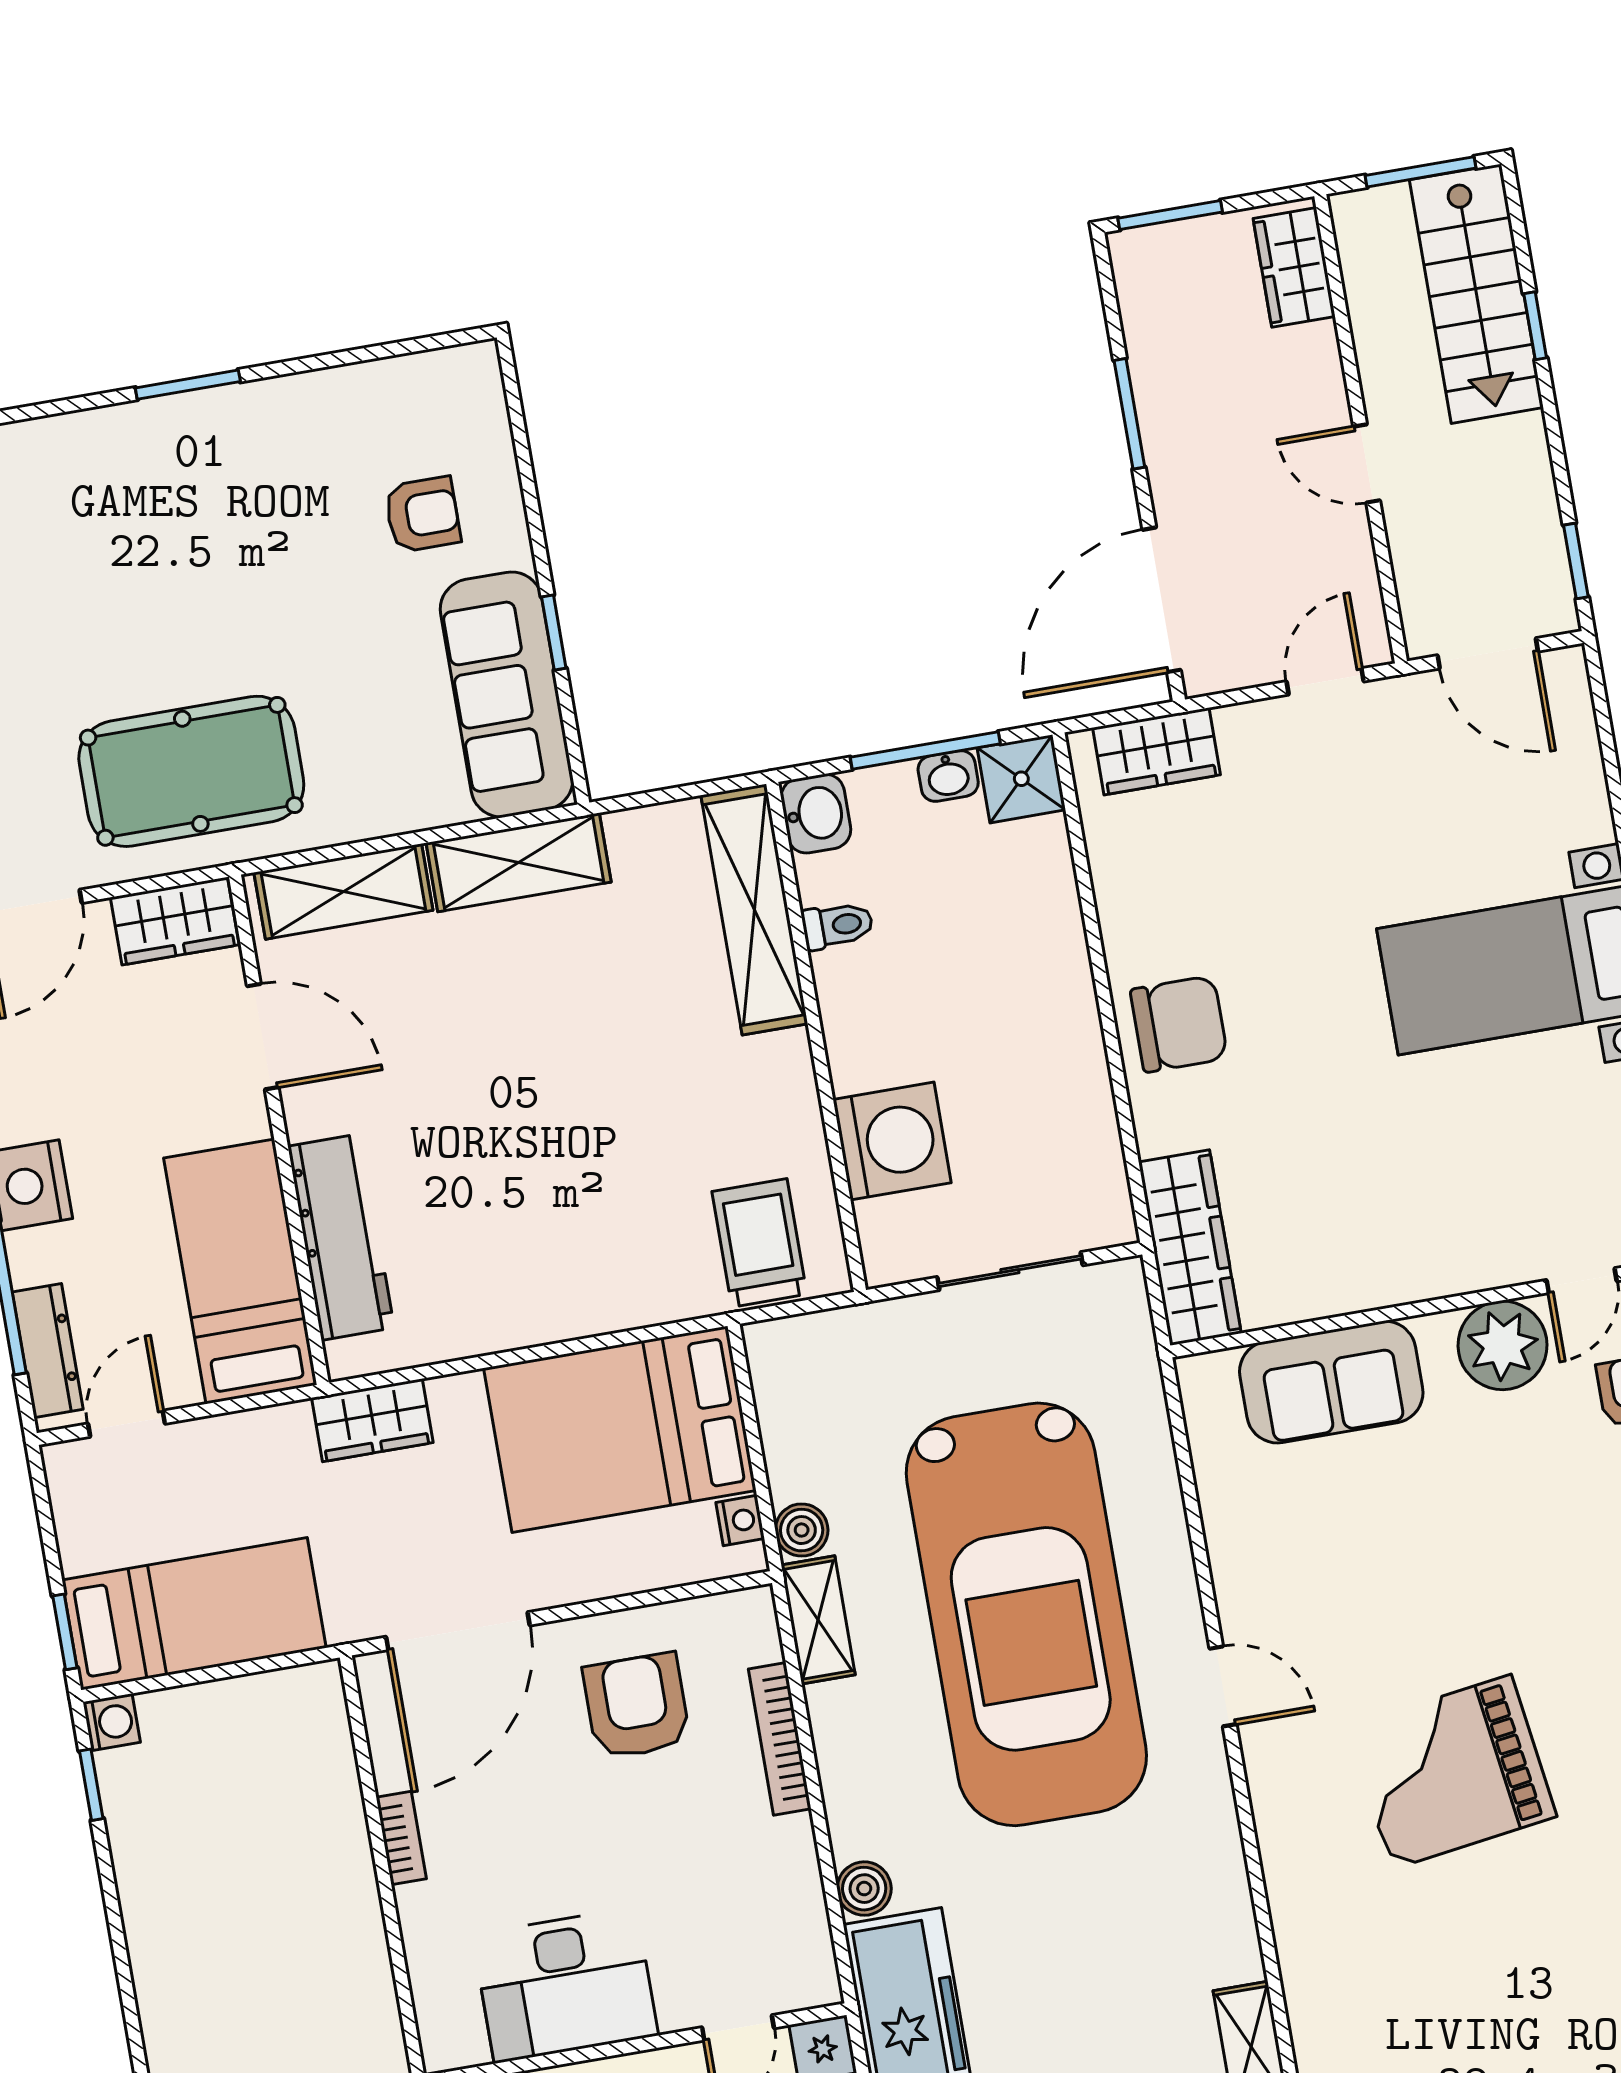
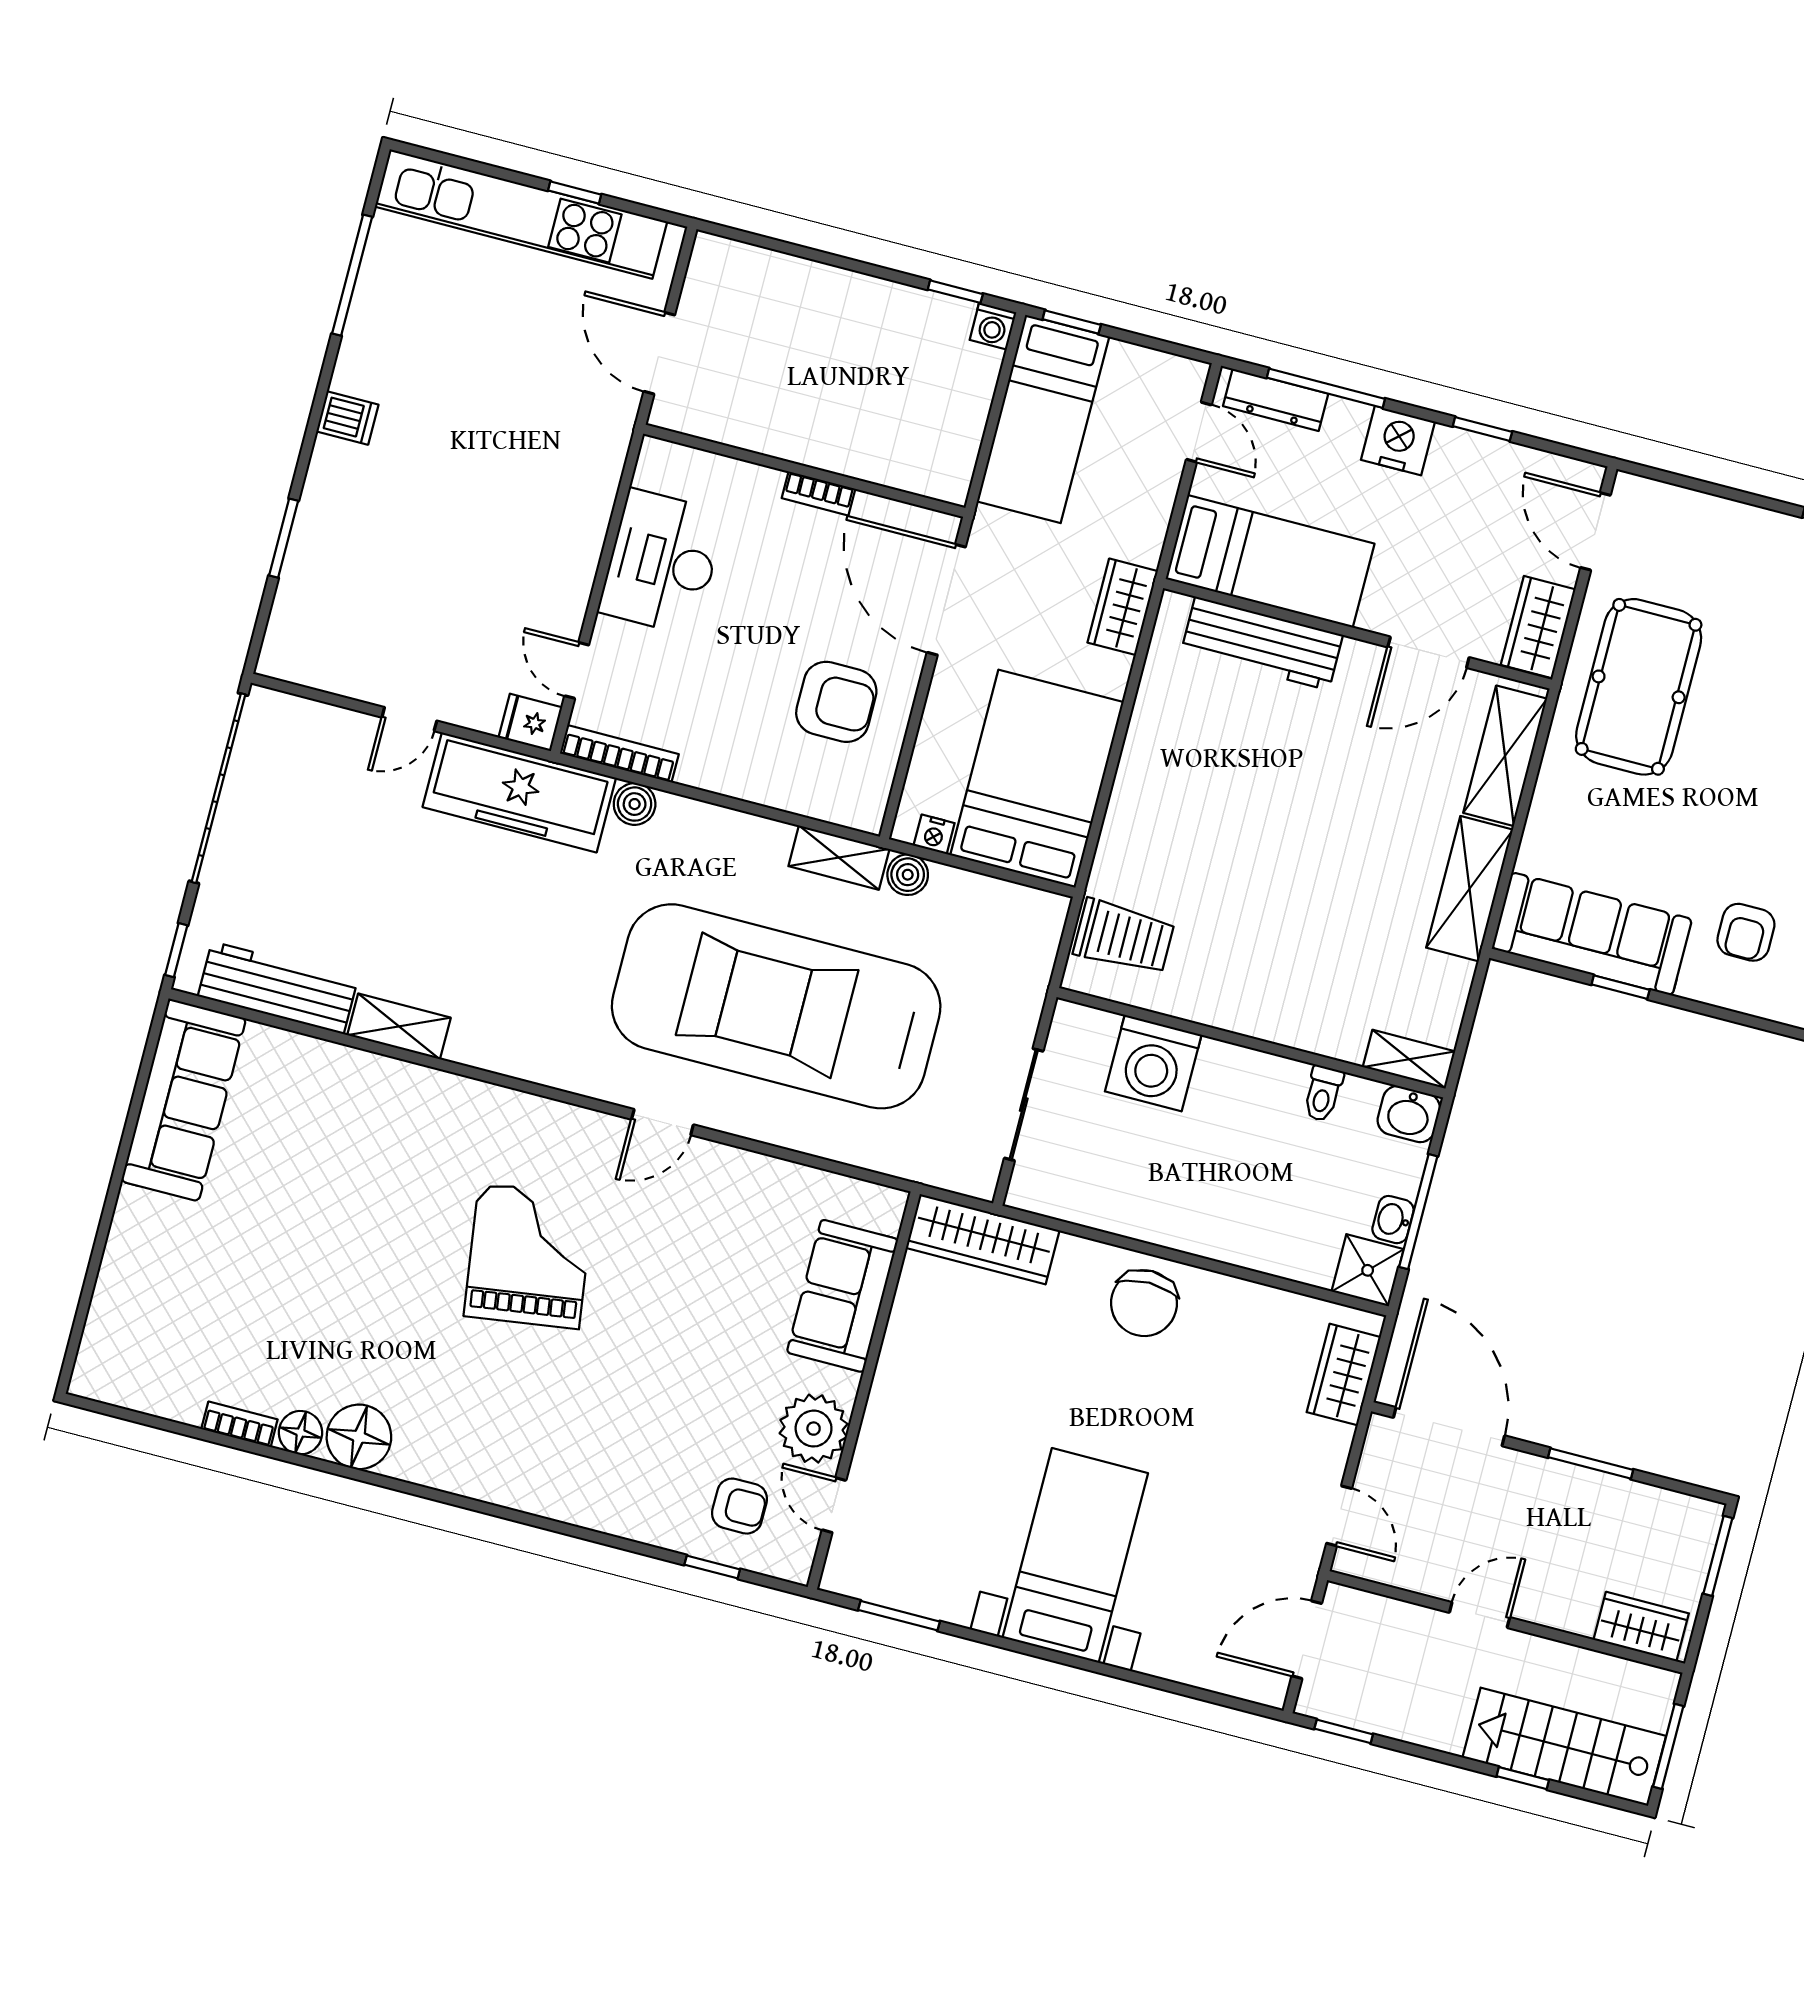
shelving: (754, 910) -> (1409, 1059), width x0.45, depth x0.75
bookcase: (780, 1739) -> (619, 754), moved

